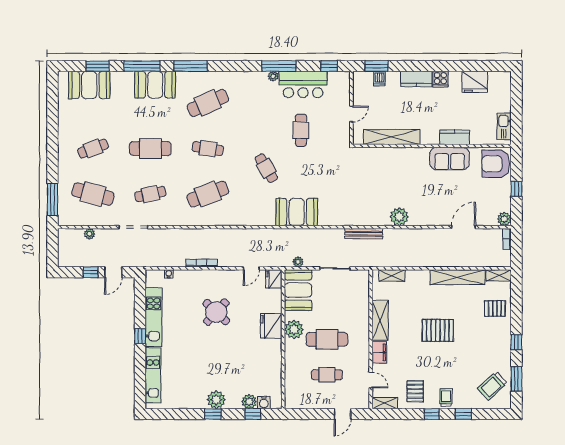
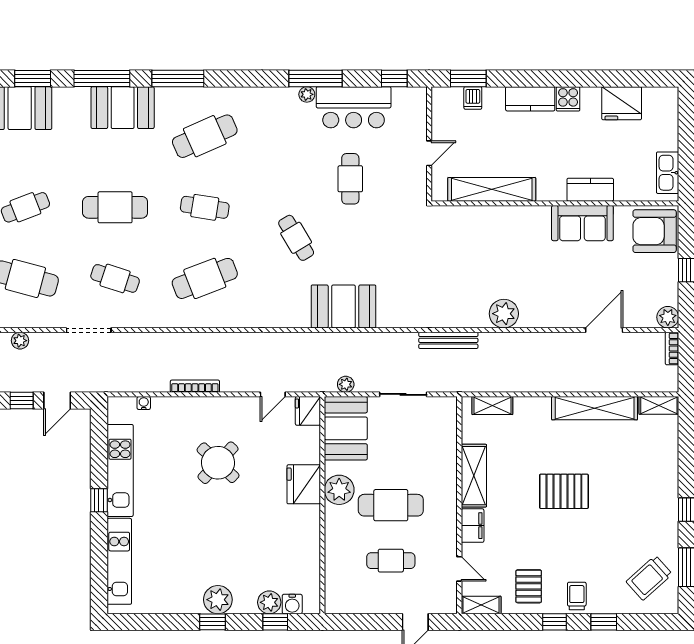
cafe table: (150, 194) -> (115, 278), turned 30
pallet: (495, 308) -> (653, 457), removed

